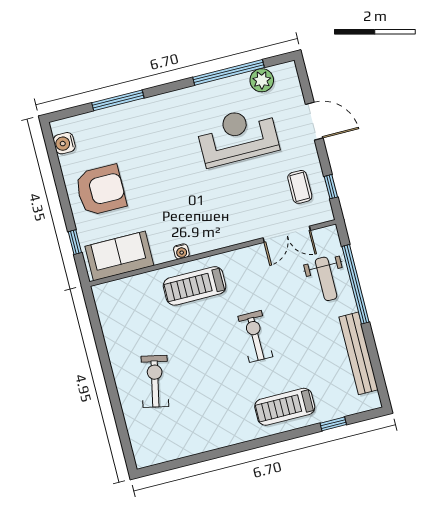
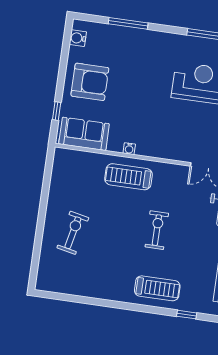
treadmill: (285, 407) -> (157, 288), turned 180

